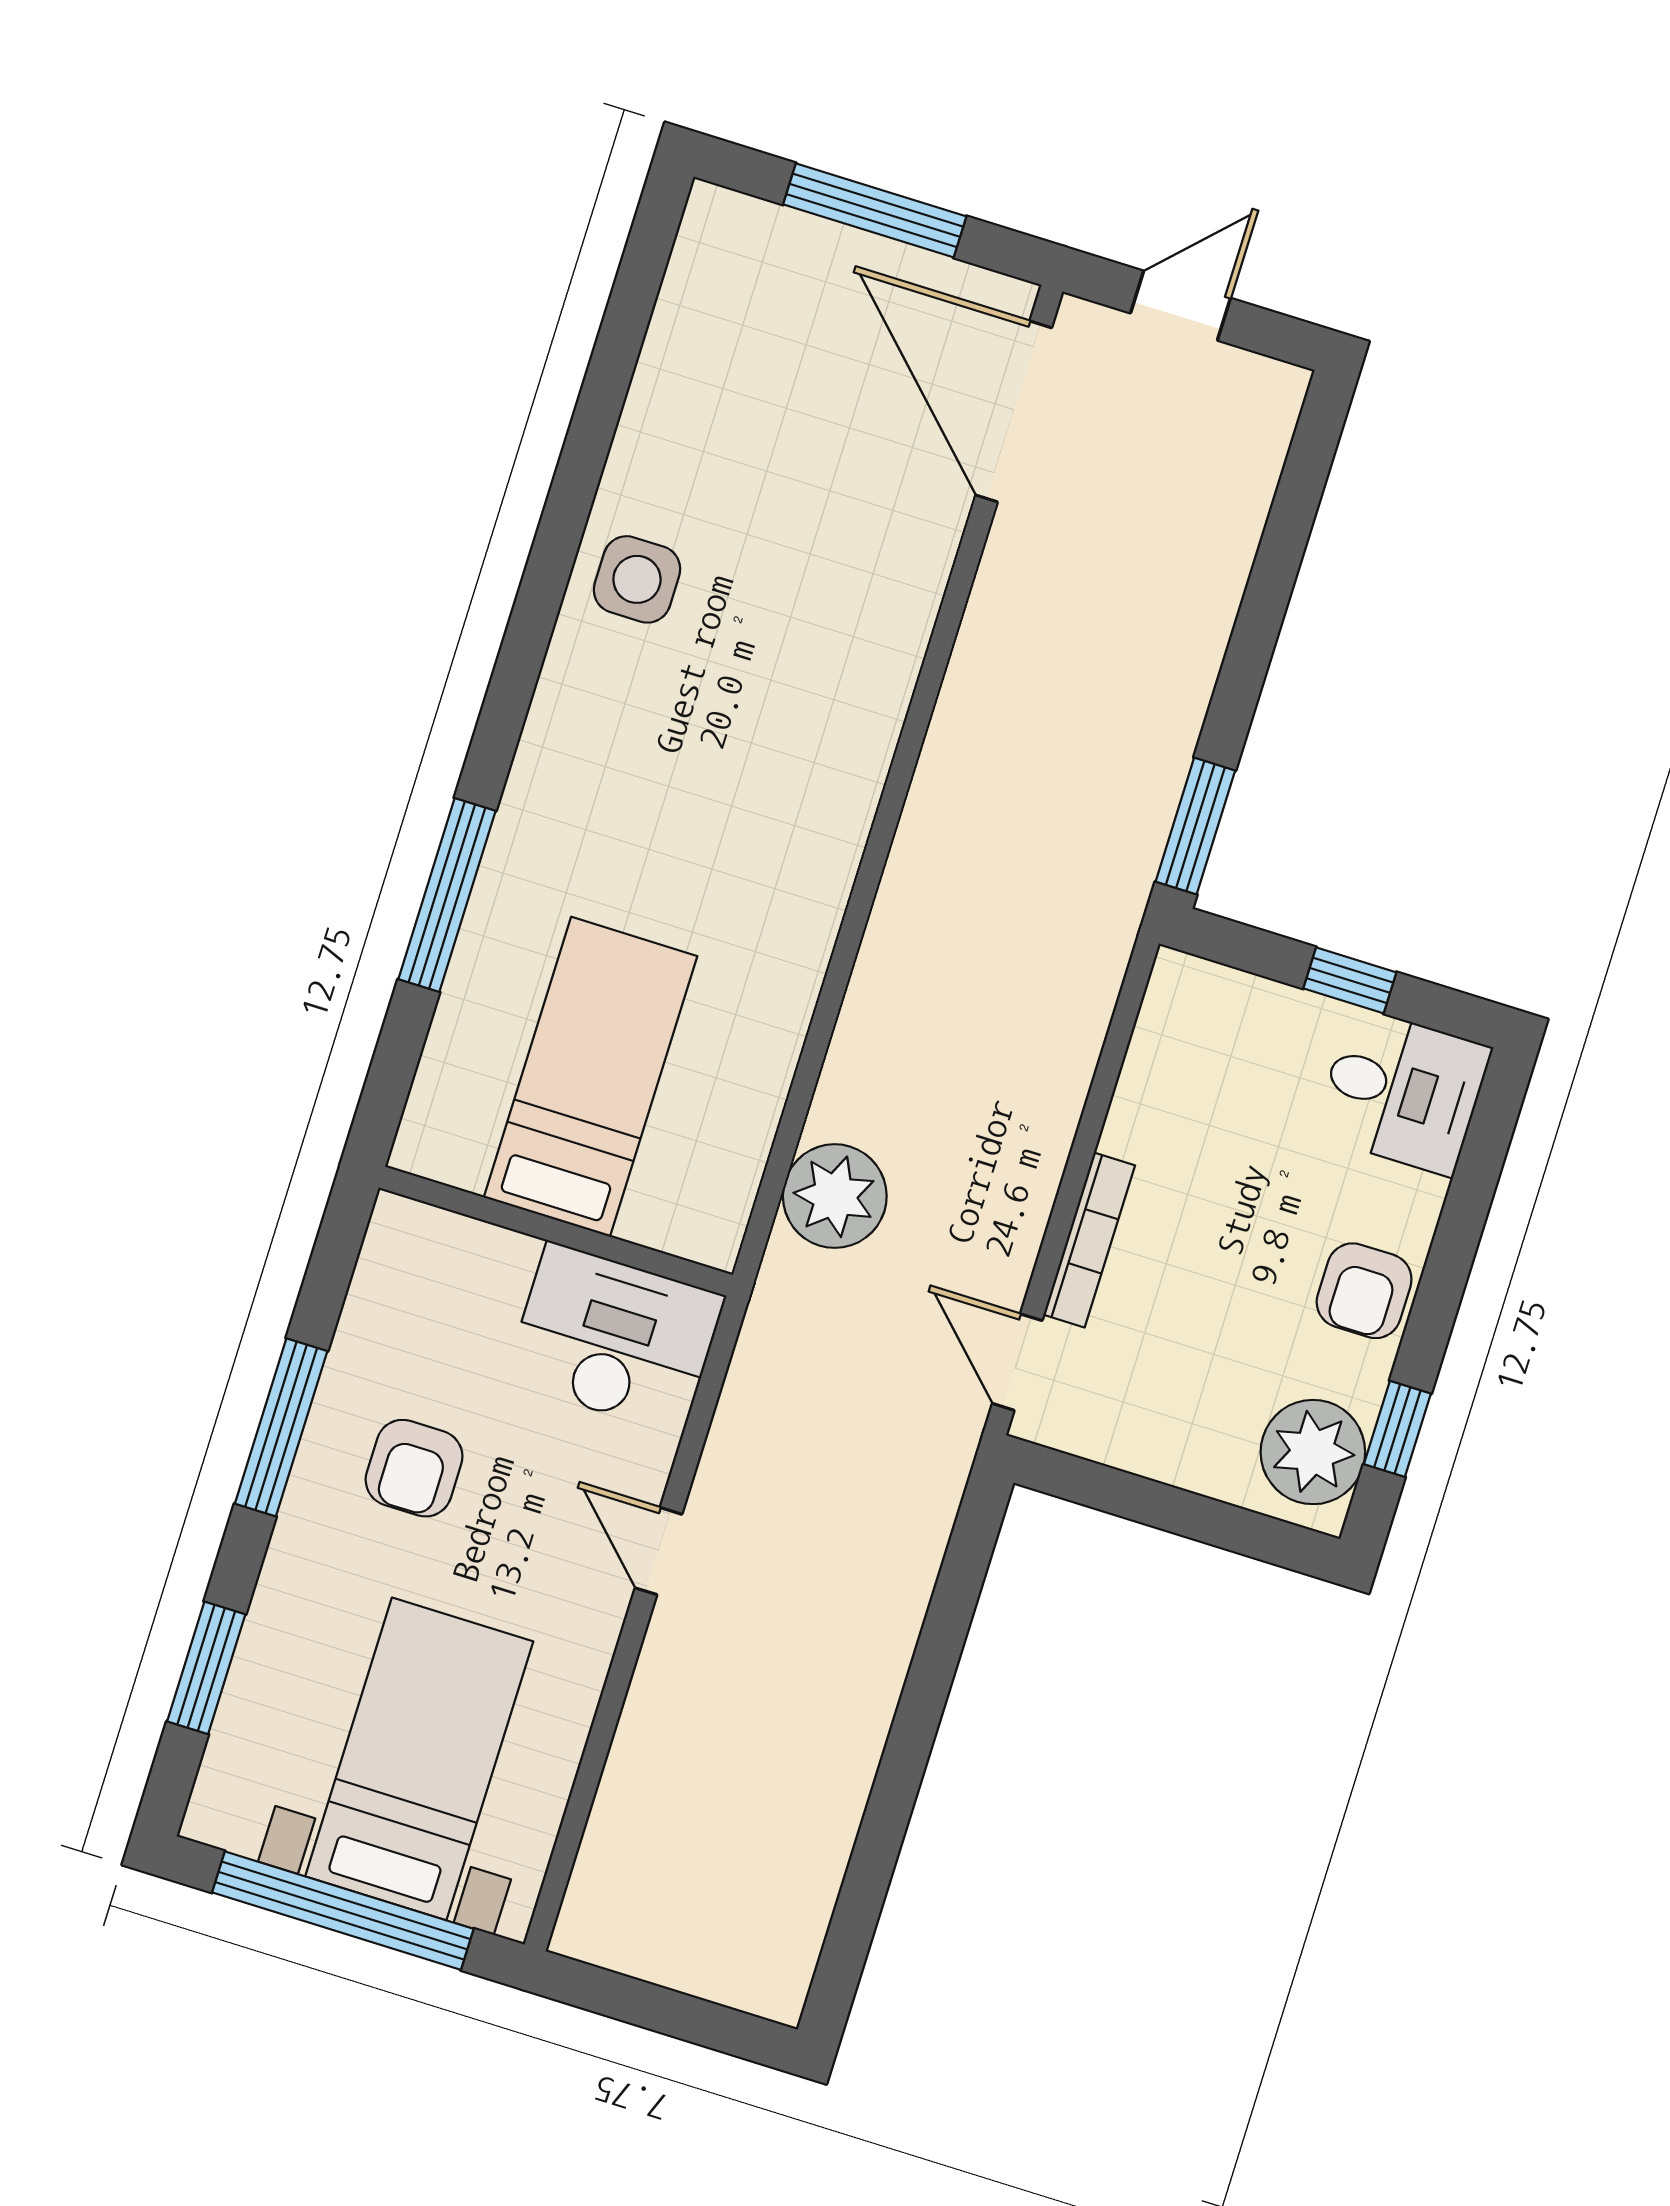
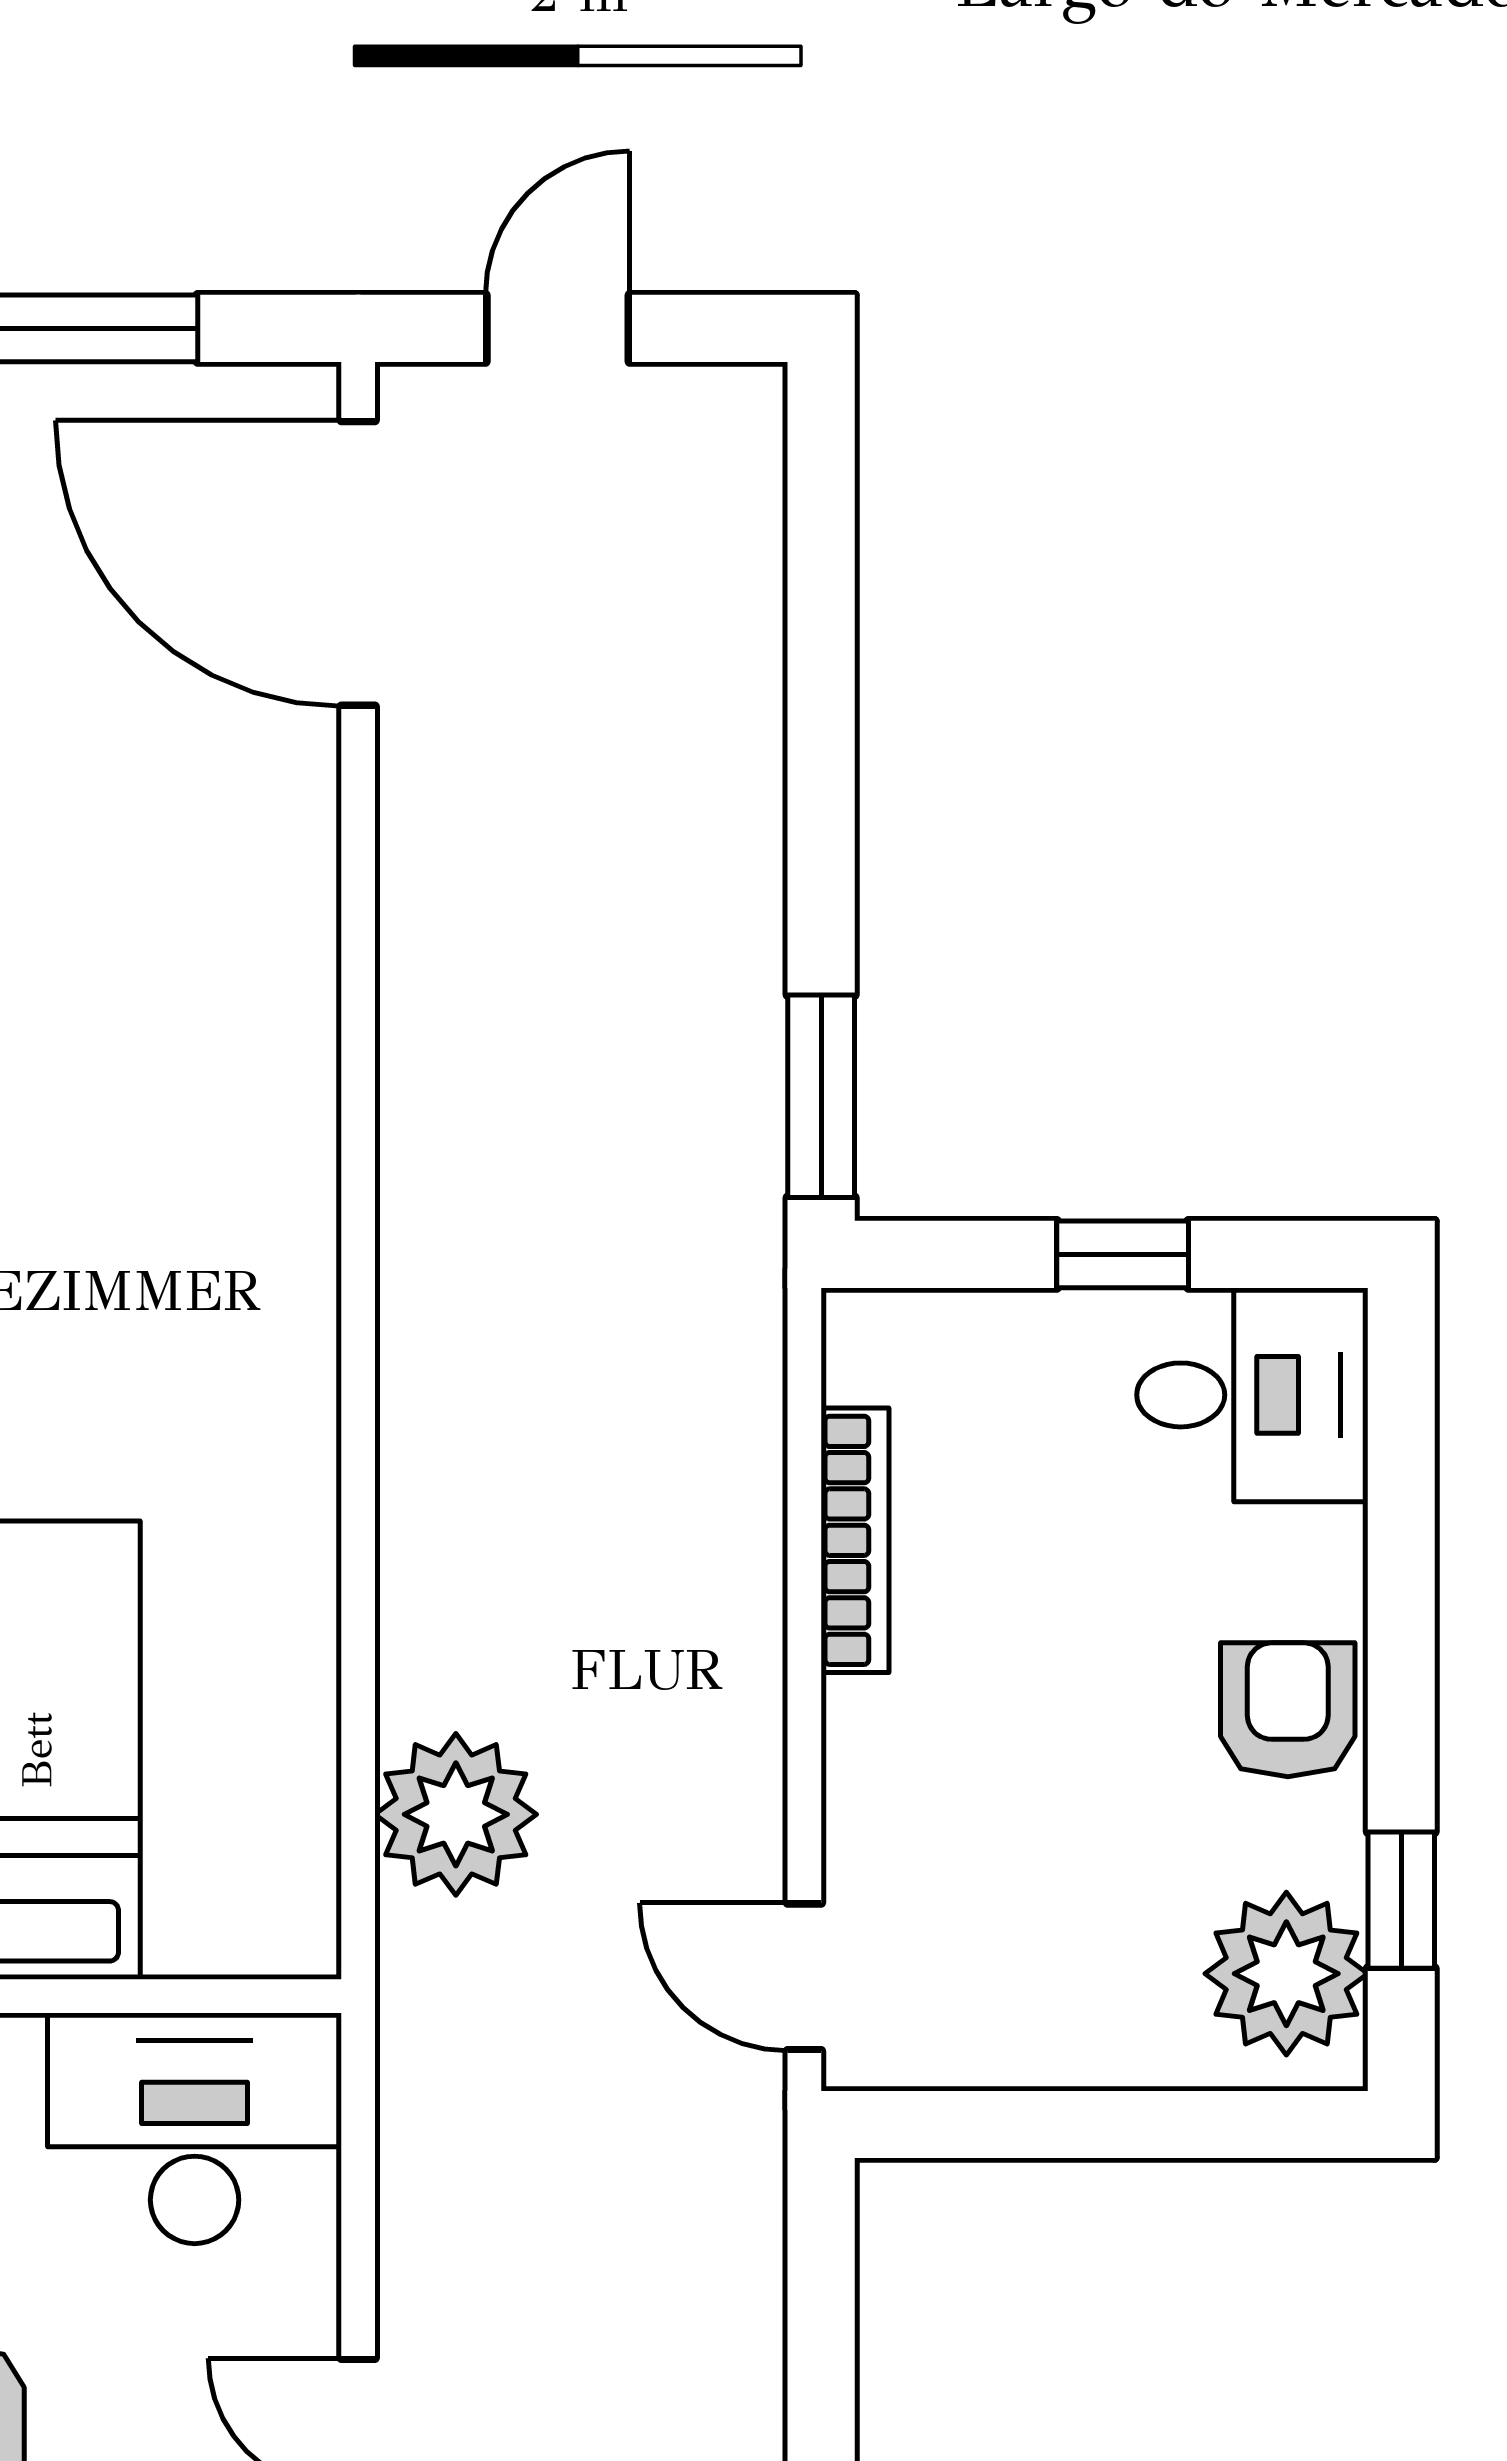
bookcase: (1089, 1240) -> (855, 1540), moved
armchair: (1364, 1291) -> (1288, 1710), turned 180

